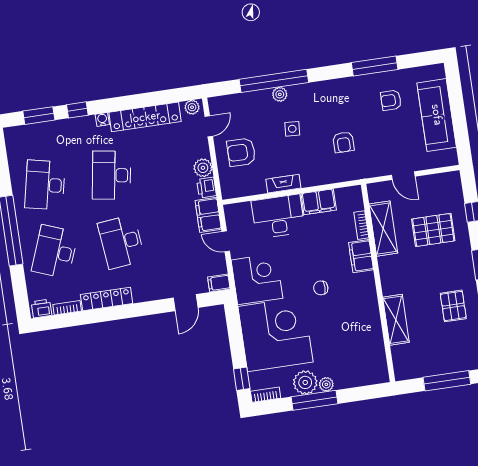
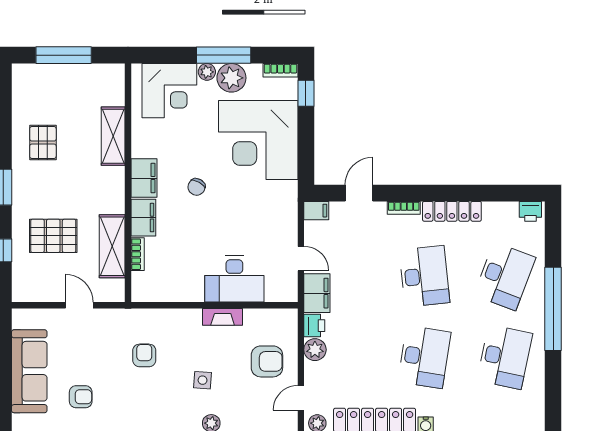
filing cabinet: (319, 202) -> (144, 178), moved, turned 90
corner desk: (257, 279) -> (169, 91), moved, turned -90
chair: (321, 288) -> (197, 187), turned 120
bookcase: (67, 308) -> (404, 208), moved

